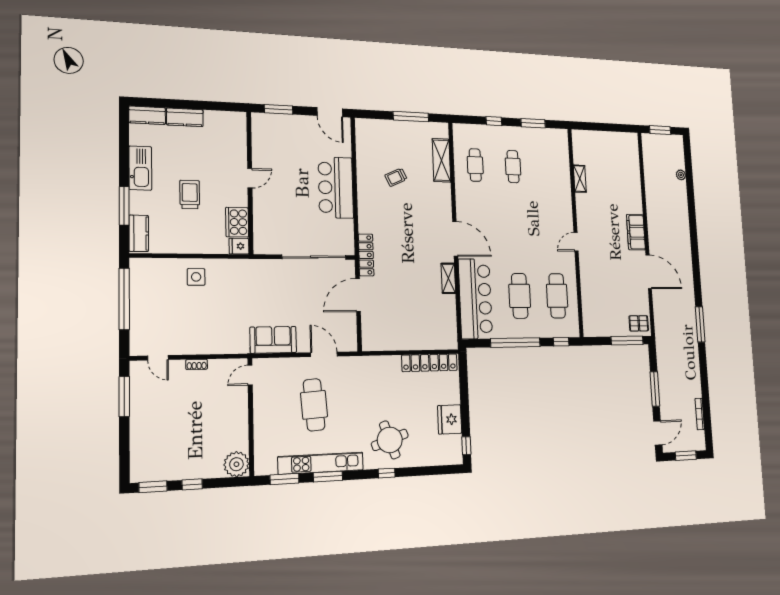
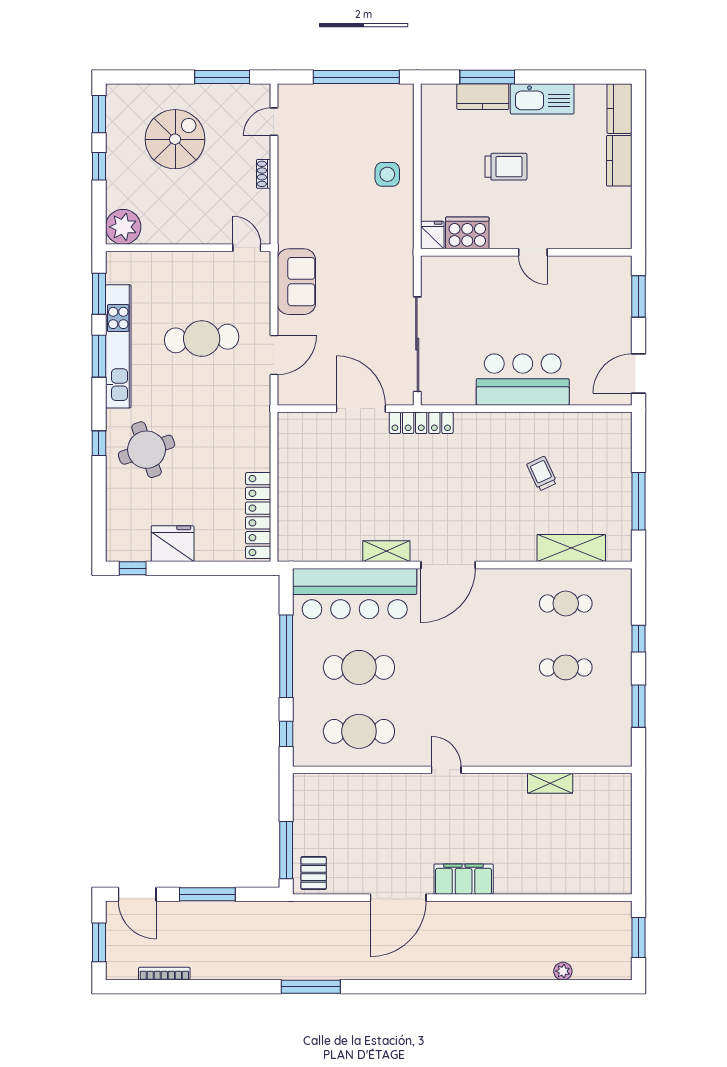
kitchen counter: (139, 233) -> (483, 97), moved
spiral stairs: (171, 429) -> (175, 139), added

